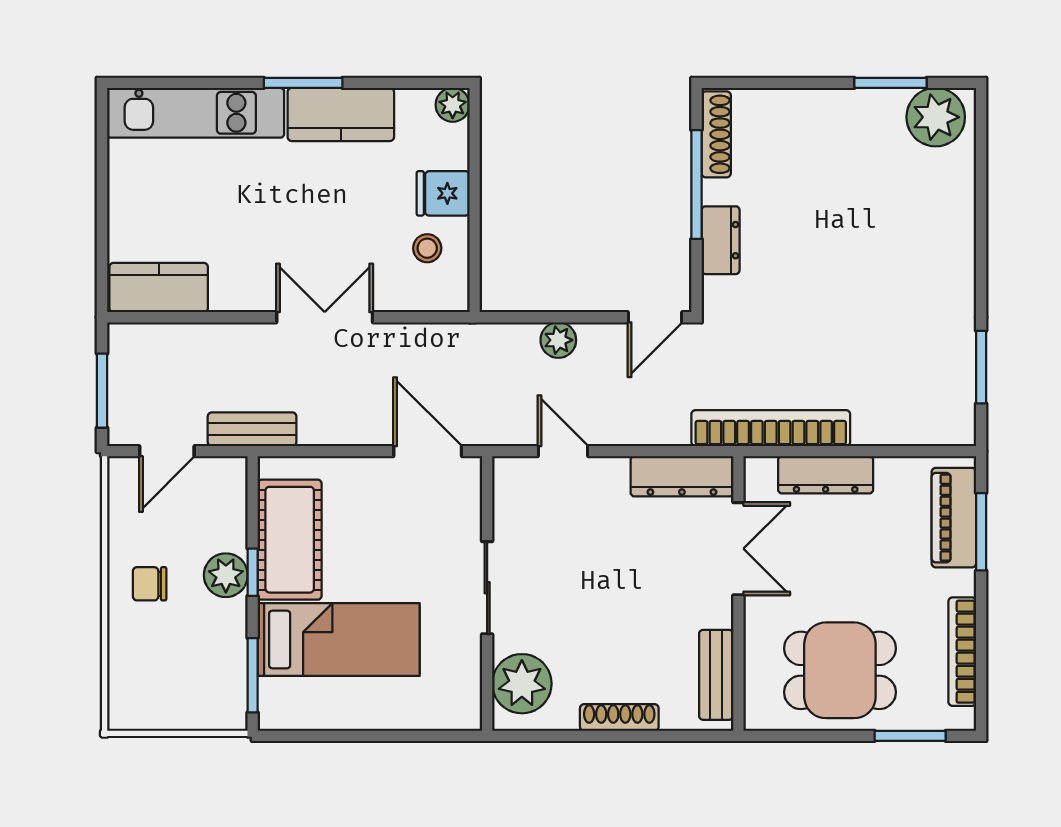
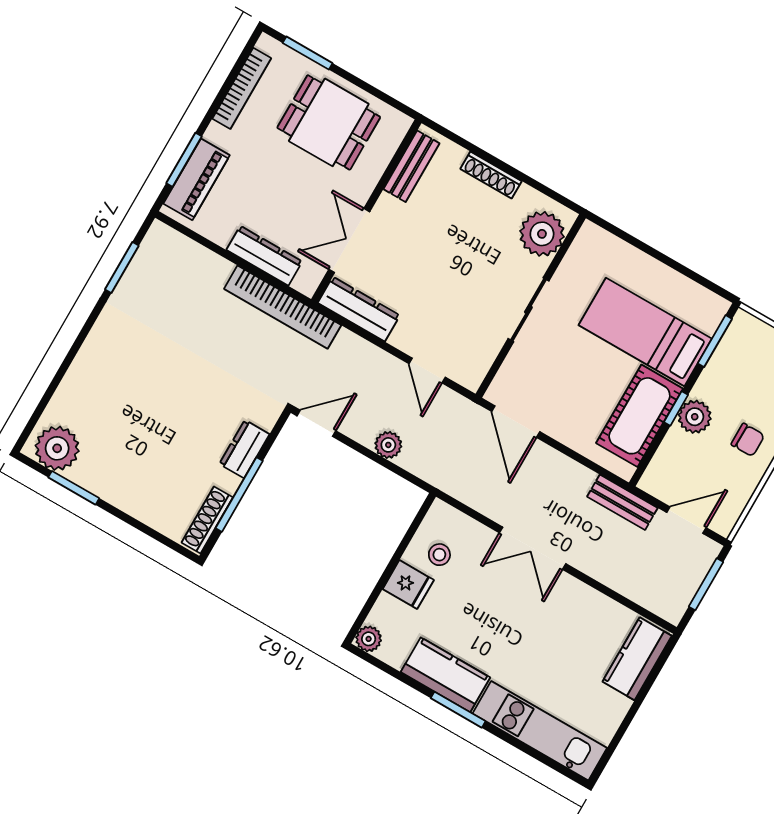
kitchen counter: (159, 288) -> (637, 659), moved, turned 90

